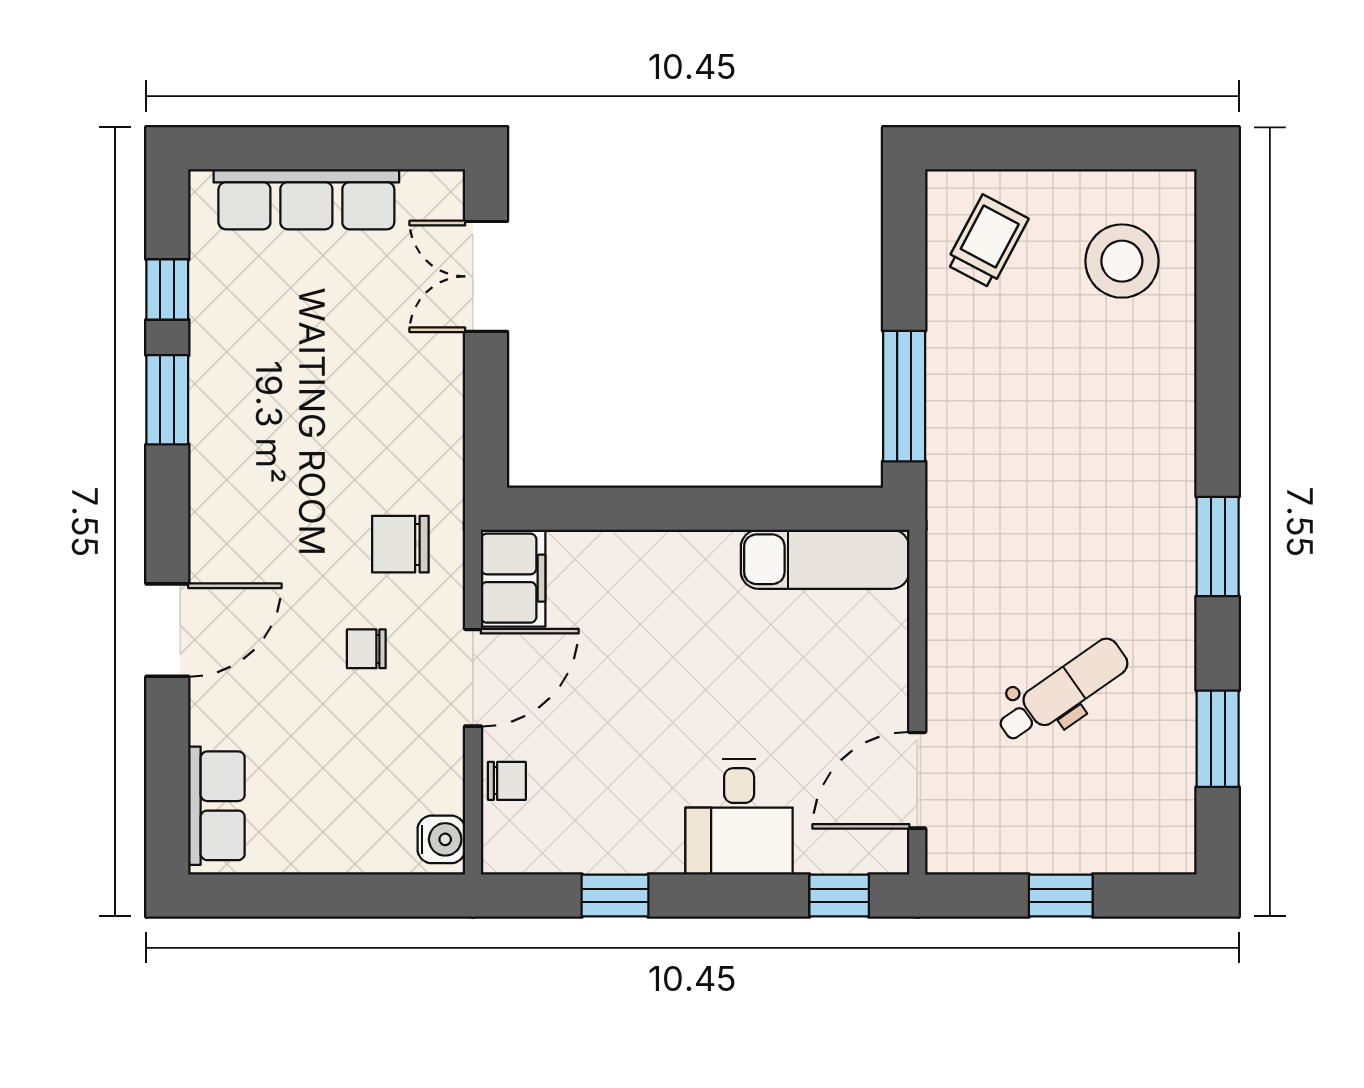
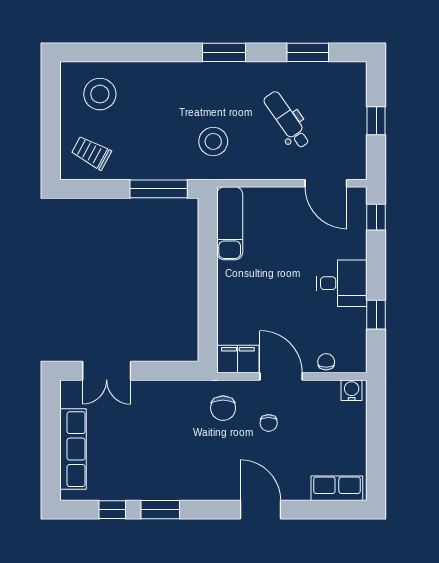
stool: (1013, 522) -> (213, 141), added
desk: (739, 817) -> (342, 283), moved

